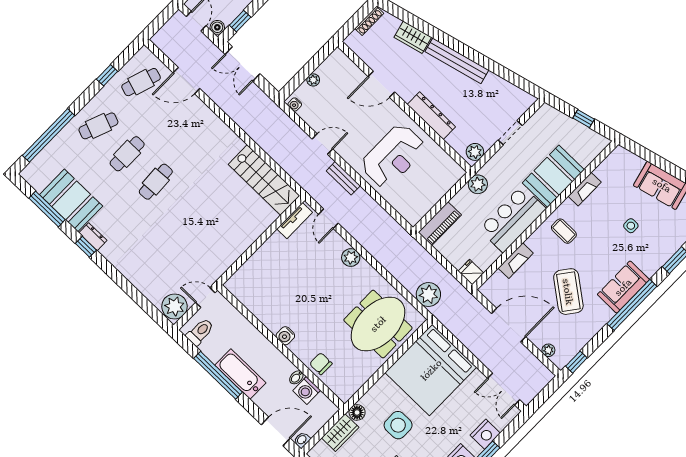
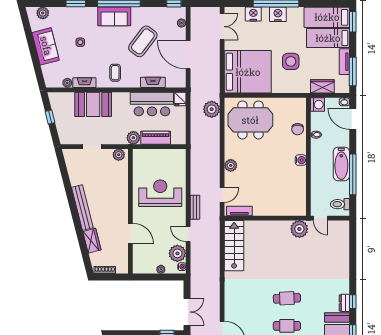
plant: (313, 113) -> (177, 253), added
dresser: (431, 116) -> (122, 194), removed
plant: (602, 171) -> (67, 83), added
bar counter: (512, 219) -> (152, 104), moved
piano: (440, 224) -> (156, 138), moved
plant: (175, 306) -> (299, 229), moved
washing machine: (307, 390) -> (318, 105), moved
floor lamp: (357, 412) -> (304, 88), removed

